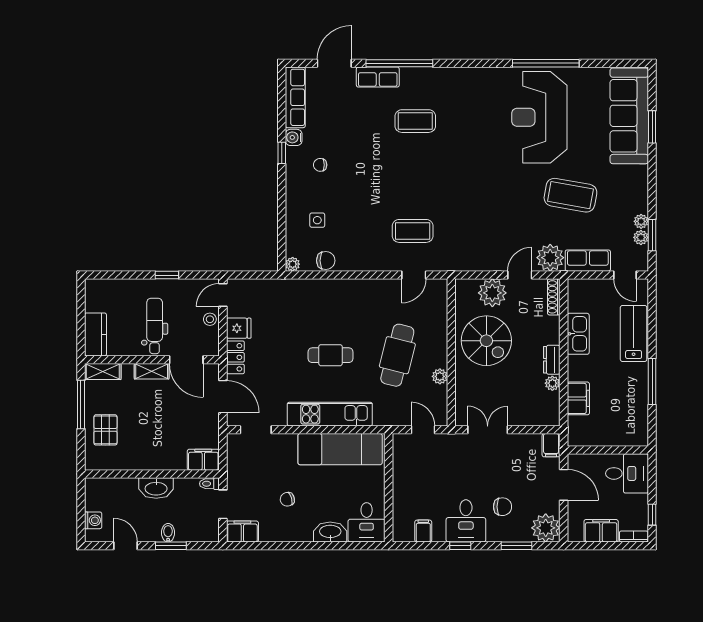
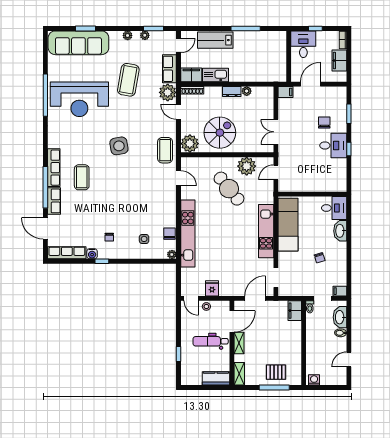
row of seats: (431, 77) -> (54, 168), added
side table: (465, 180) -> (119, 146), added
coffee table: (413, 231) -> (165, 150), moved
plant: (641, 237) -> (128, 35), moved
window: (167, 275) -> (179, 354), moved
kitchen unit: (326, 290) -> (188, 234), added
plant: (492, 293) -> (190, 144), moved
cafe table: (331, 355) -> (229, 231), removed
cafe table: (397, 355) -> (229, 189), turned 37
locker: (235, 357) -> (230, 291), removed
plant: (440, 376) -> (247, 166), width x1.87, depth x1.87
filing cabinet: (578, 398) -> (191, 75), moved
window: (81, 404) -> (274, 388), moved
washbasin: (156, 488) -> (340, 317), moved, turned 180
window: (652, 515) -> (315, 28), moved
washing machine: (93, 520) -> (314, 380), moved
plant: (546, 528) -> (338, 95), removed
filing cabinet: (423, 531) -> (340, 172), removed
filing cabinet: (242, 532) -> (340, 291), width x0.50
window: (171, 546) -> (349, 331), removed

